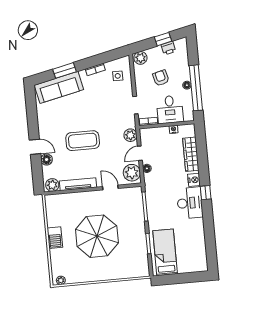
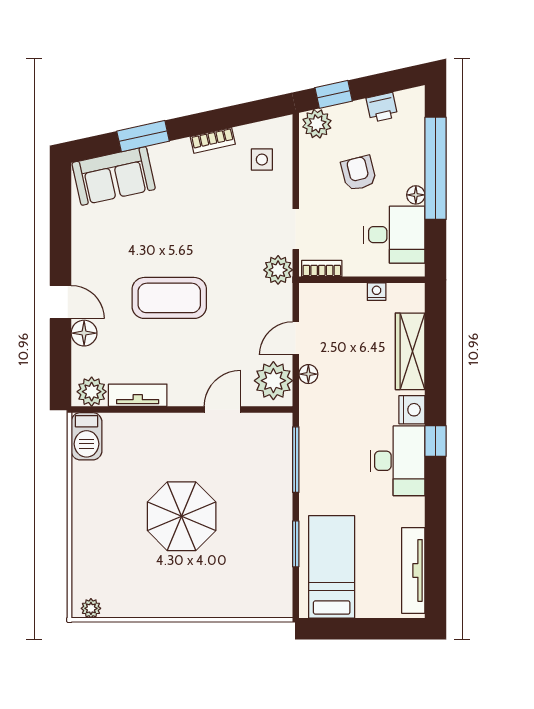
window: (163, 39) -> (334, 94), moved
sofa: (59, 87) -> (114, 176), width x0.73
window: (196, 88) -> (436, 168), moved
desk: (170, 109) -> (394, 235), moved, turned -90
plant: (130, 135) -> (278, 270), moved
tv unit: (78, 184) -> (138, 395), width x0.71
door: (110, 188) -> (222, 410), hinge flipped
parasol: (97, 236) -> (182, 516), width x0.73, depth x0.73
barbecue: (55, 238) -> (87, 436), moved
tv unit: (201, 251) -> (413, 570), added

